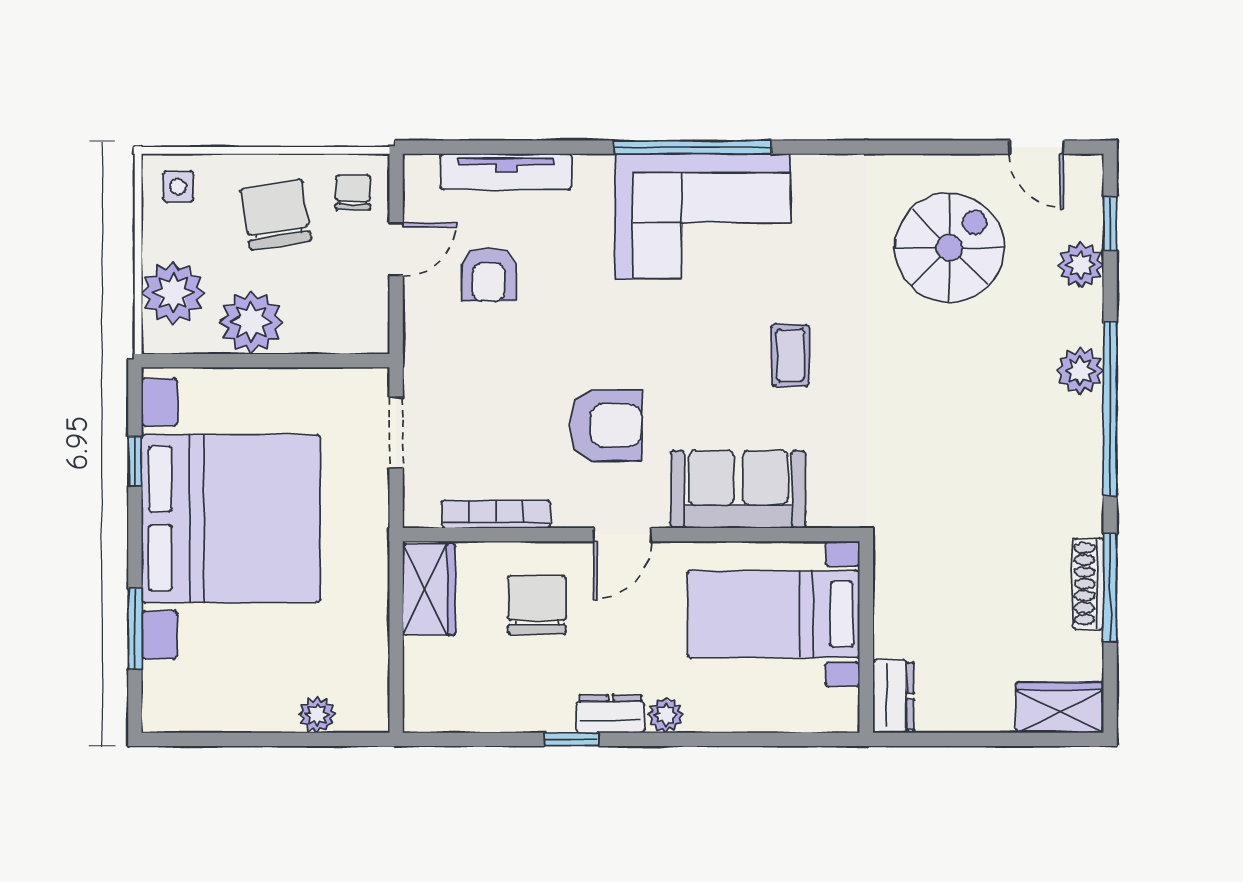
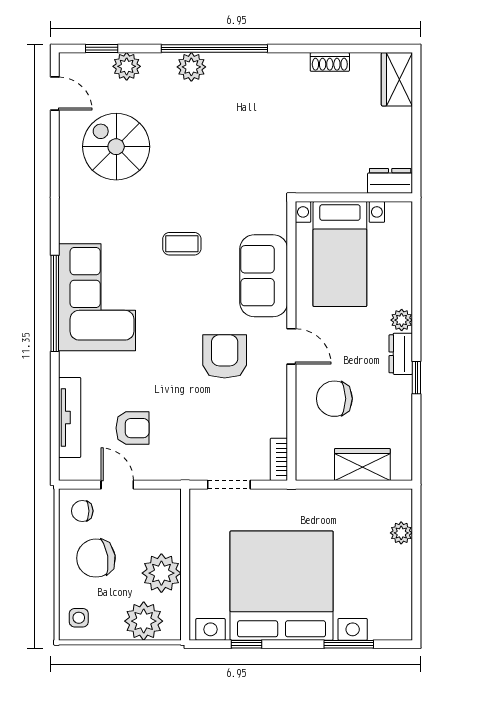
door: (1036, 147) -> (55, 94), hinge flipped
bookcase: (496, 514) -> (279, 459), moved, width x0.64
shoe rack: (1088, 584) -> (330, 62), width x0.70
window: (1110, 587) -> (324, 48), removed
wardrobe: (429, 589) -> (362, 465), moved

